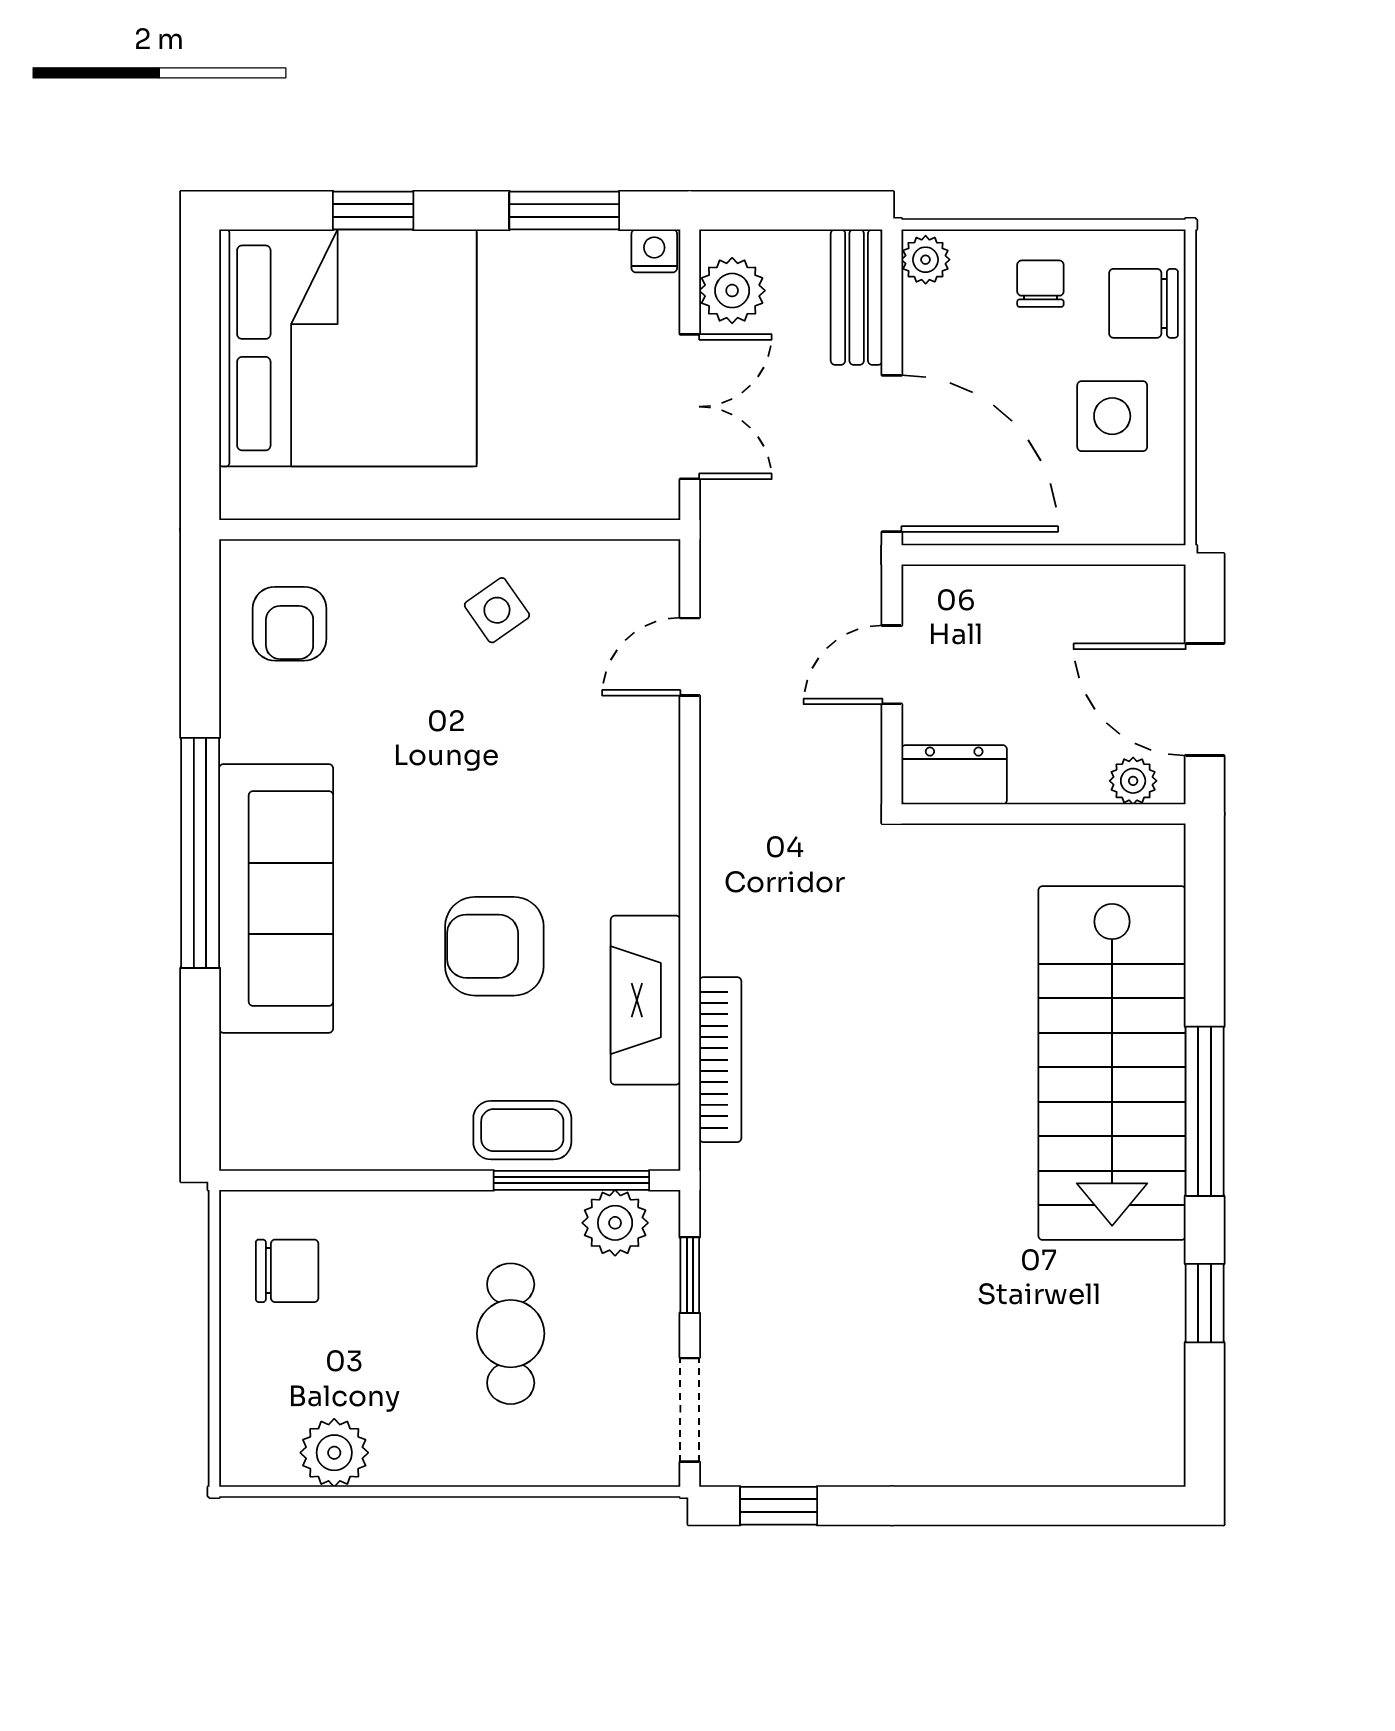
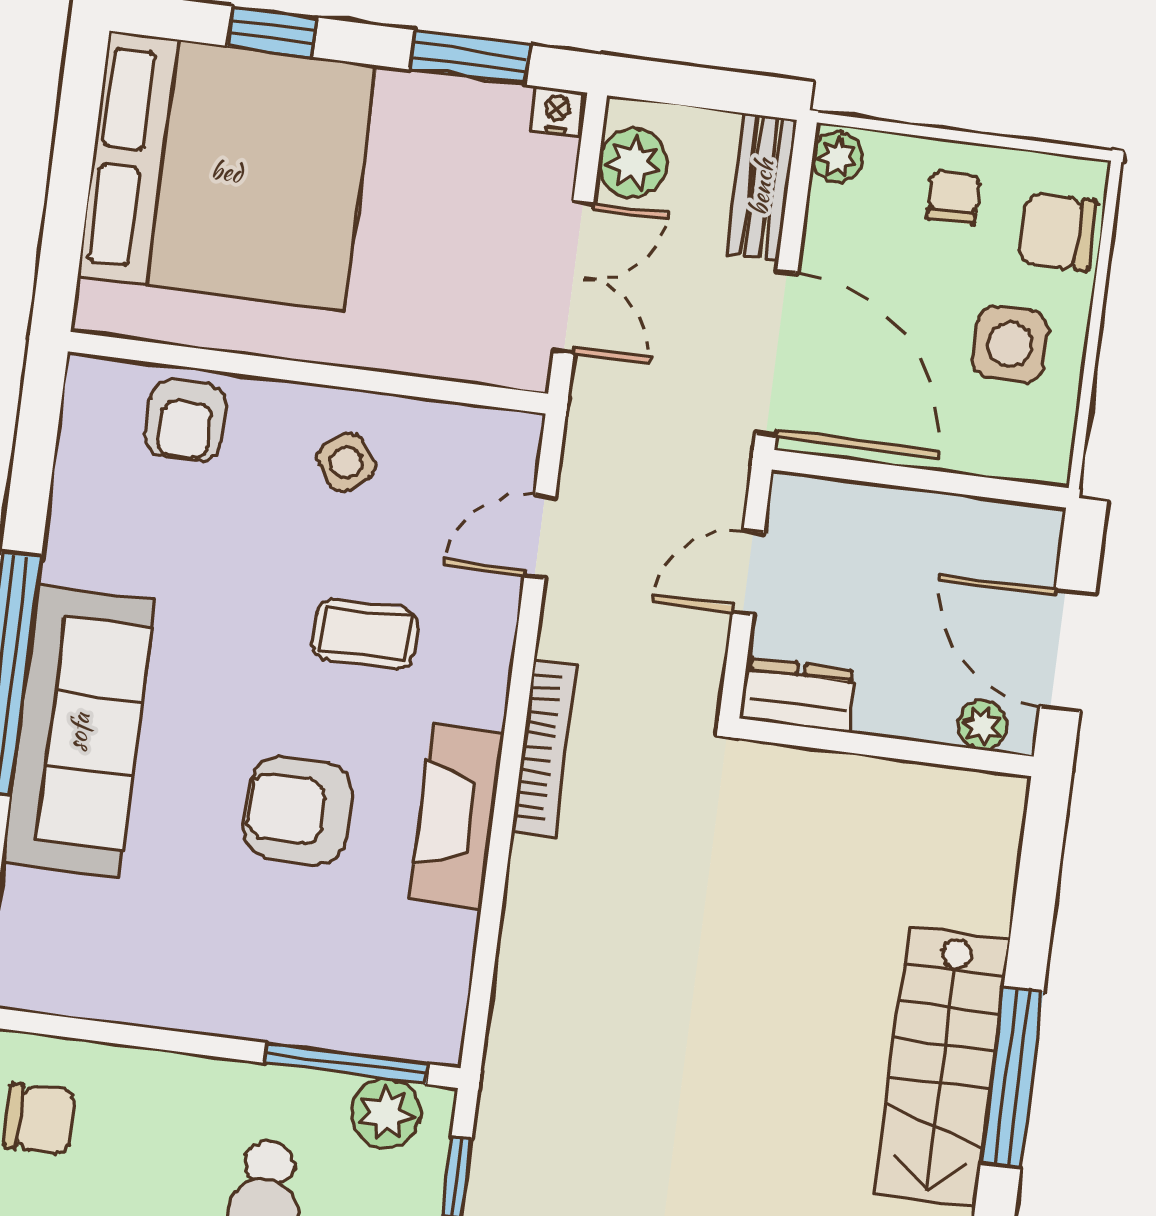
armchair: (290, 624) -> (186, 420), moved
fireplace: (645, 1000) -> (457, 816), moved
bookcase: (720, 1060) -> (545, 748), moved
stairs: (1112, 1063) -> (942, 1067), width x0.73, depth x0.66
coffee table: (522, 1130) -> (365, 634), moved

